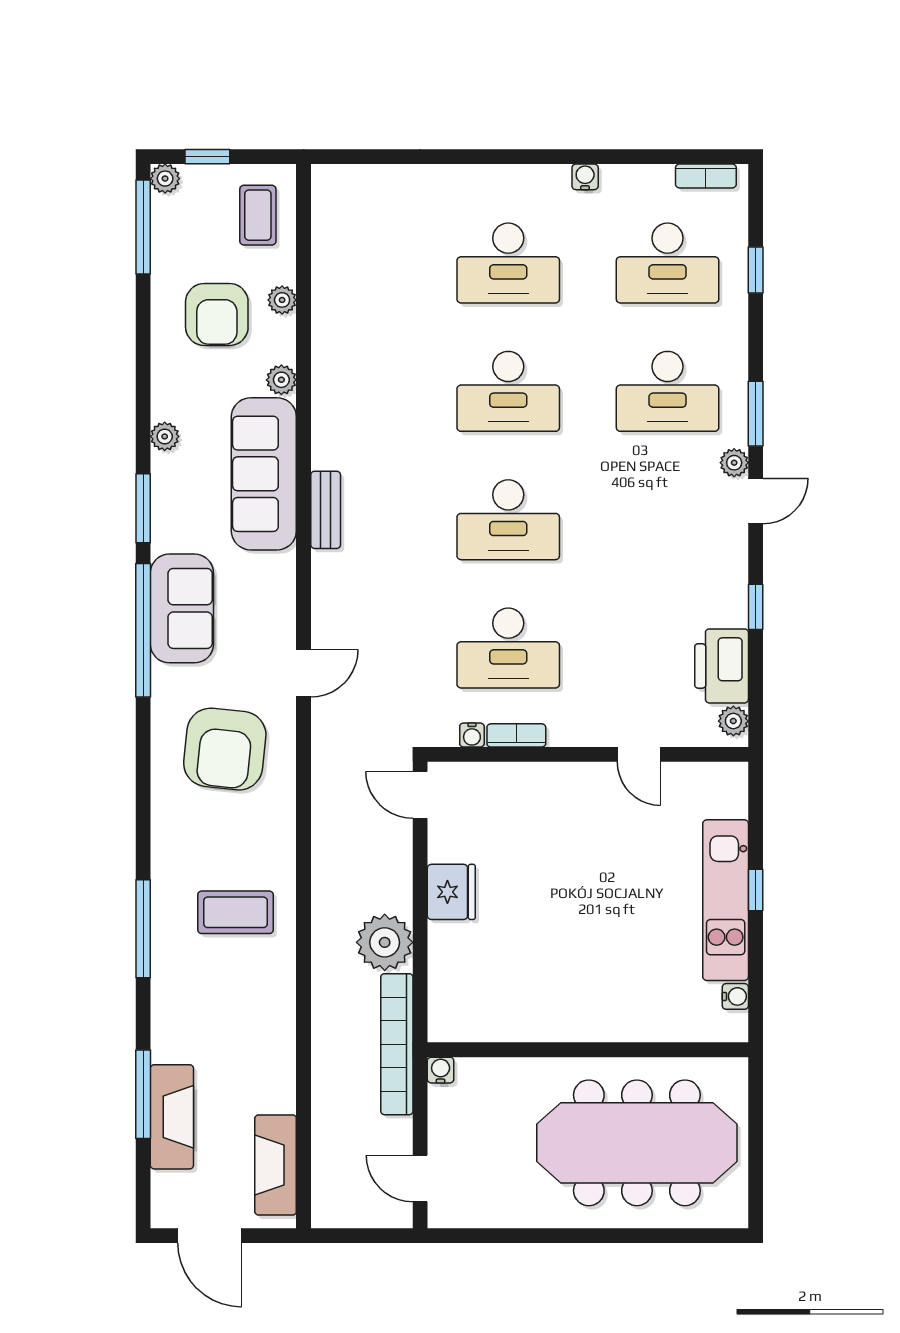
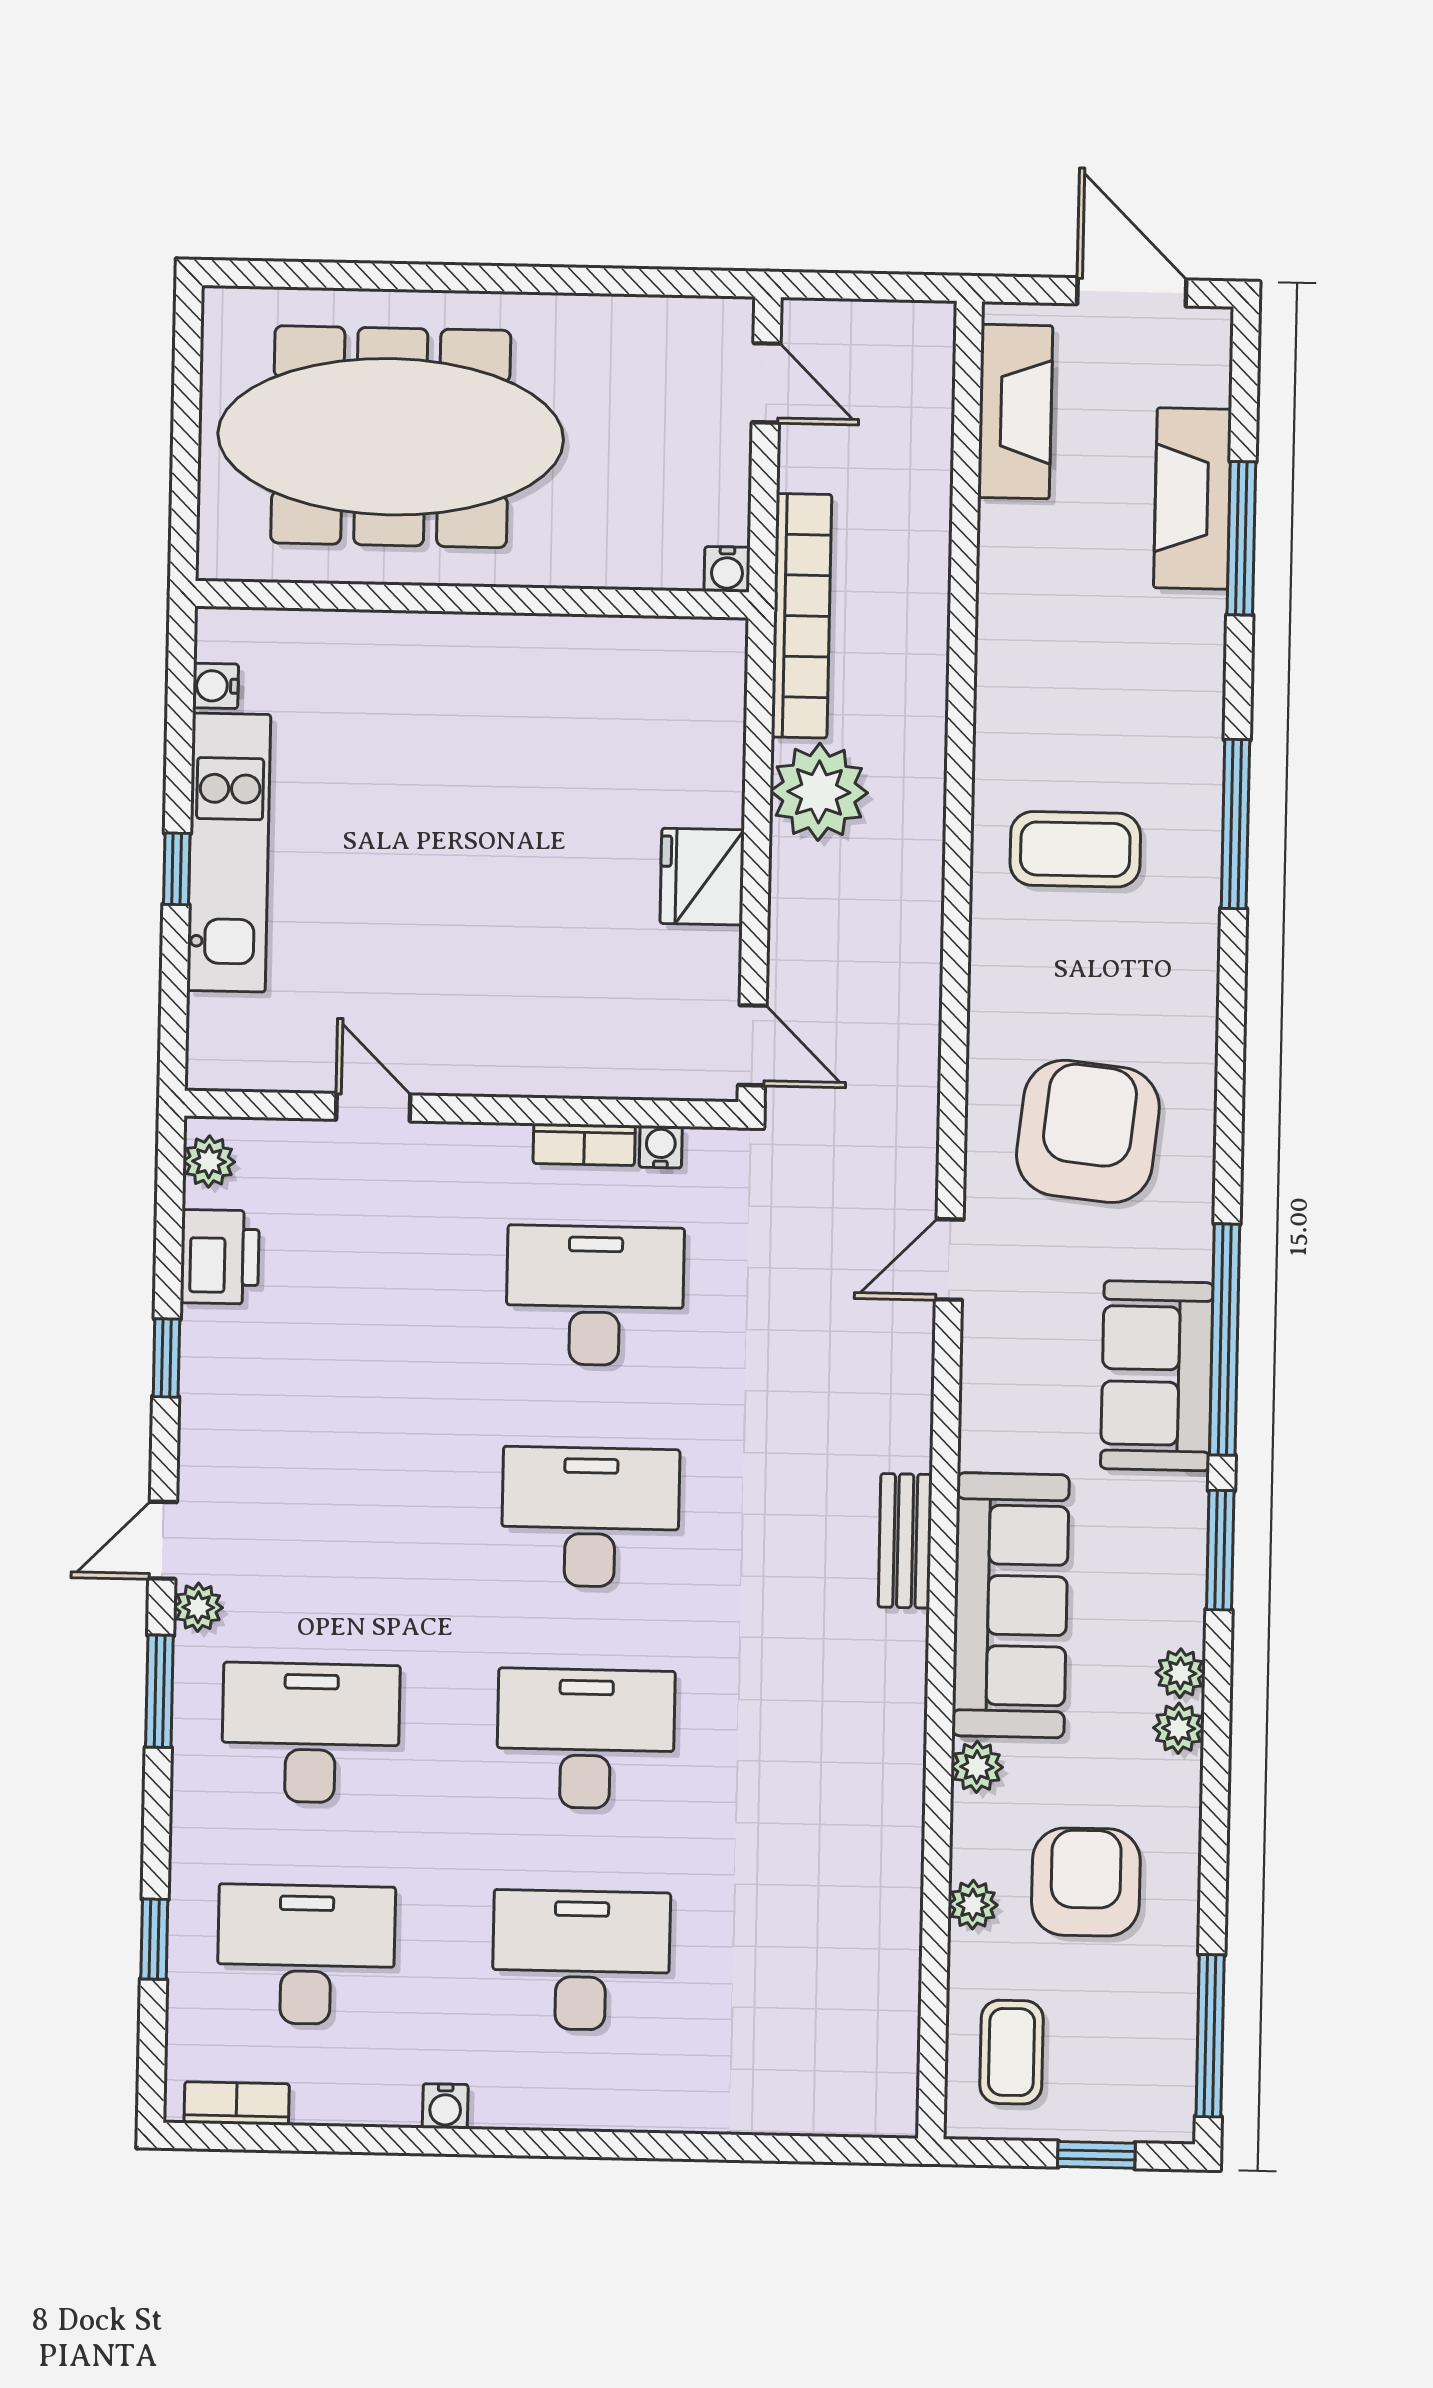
plant: (165, 179) -> (1179, 1728), moved
printer: (722, 666) -> (220, 1257), width x0.73, depth x0.84

